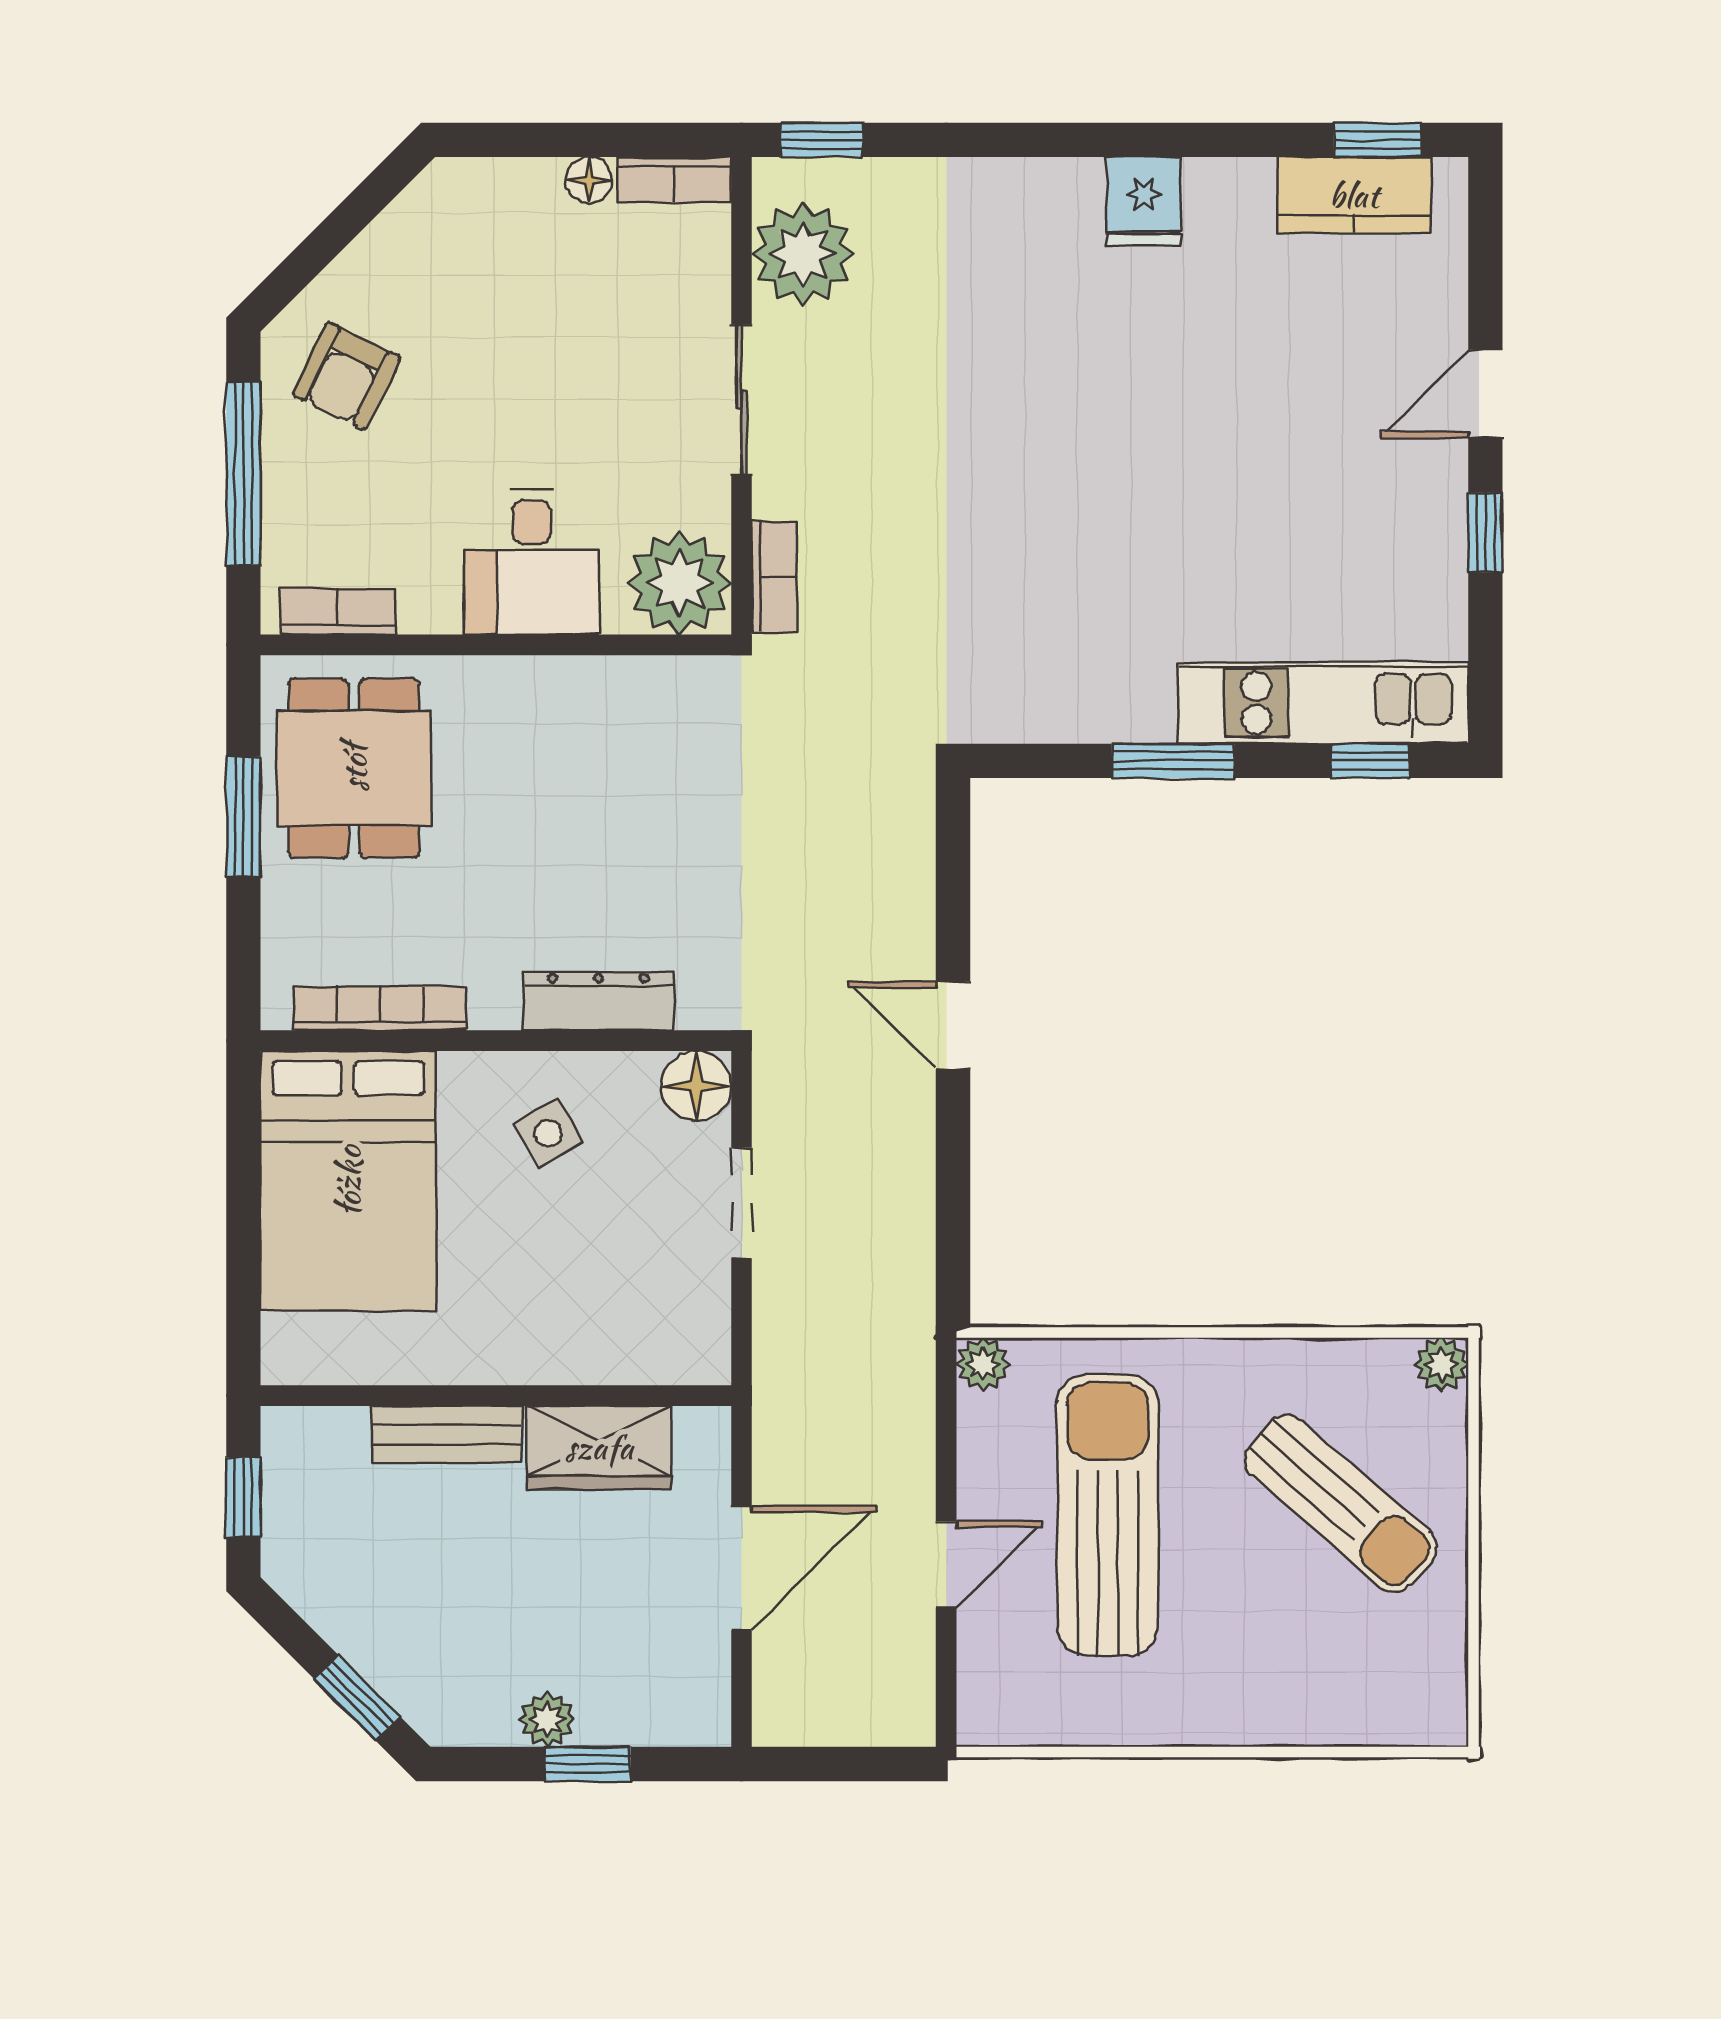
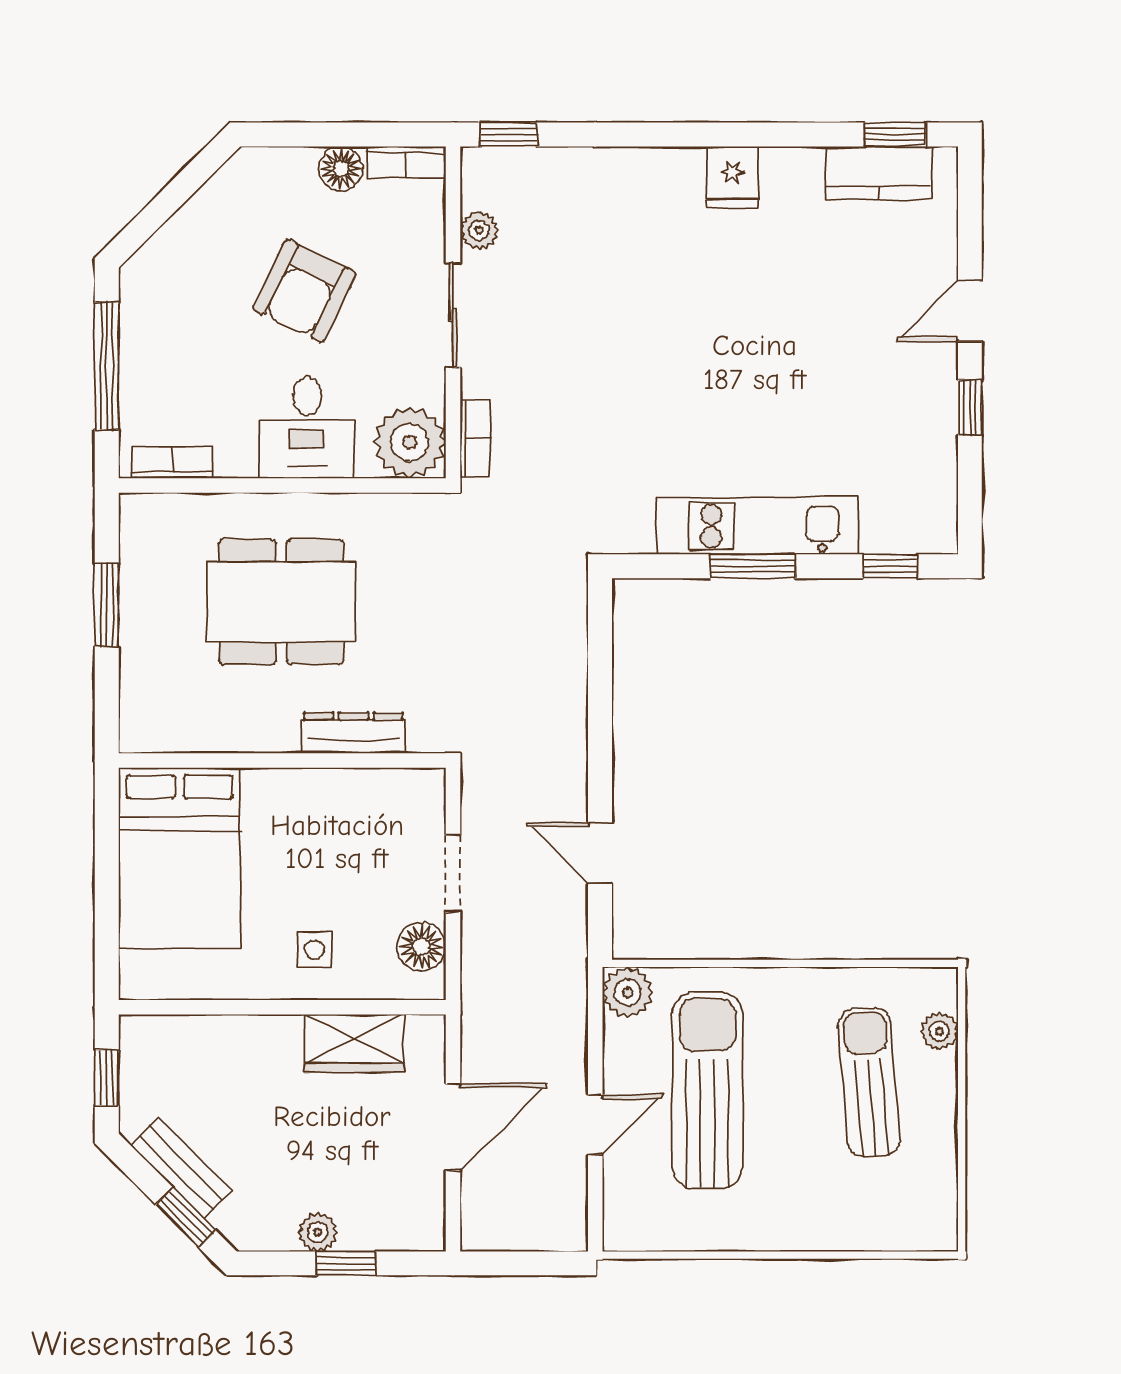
floor lamp: (589, 180) -> (341, 168), width x1.37, depth x1.37
plant: (803, 254) -> (479, 230), width x0.53, depth x0.53
armchair: (347, 376) -> (304, 291), moved, width x1.38, depth x1.38
kitchen unit: (1323, 703) -> (758, 526), moved
dining table: (354, 768) -> (281, 602), moved, width x1.38
bookcase: (380, 1008) -> (202, 738), removed
door: (953, 1025) -> (600, 853), moved
floor lamp: (696, 1086) -> (421, 947), moved
side table: (548, 1133) -> (314, 950), moved, turned 30
plant: (983, 1364) -> (628, 992), width x1.38, depth x1.38
plant: (1441, 1364) -> (939, 1031), moved
bench: (447, 1434) -> (181, 1168), moved, turned 45
sun lounger: (1341, 1504) -> (869, 1082), turned -136

